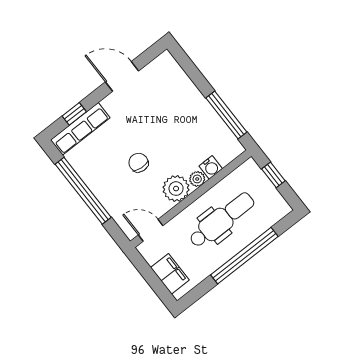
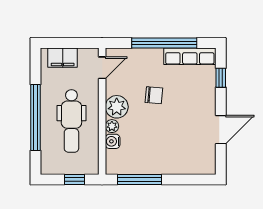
row of seats: (80, 129) -> (190, 56), moved, turned -90

